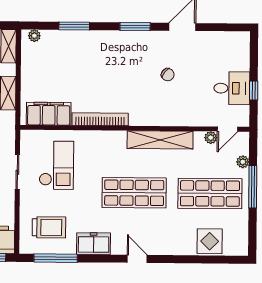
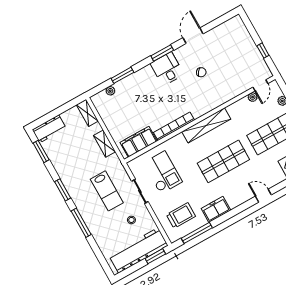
plant: (34, 36) -> (110, 91), moved
desk: (232, 88) -> (167, 69), moved, turned -90
shelving: (160, 140) -> (206, 125), moved
door: (137, 259) -> (263, 196), moved

